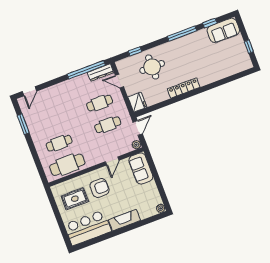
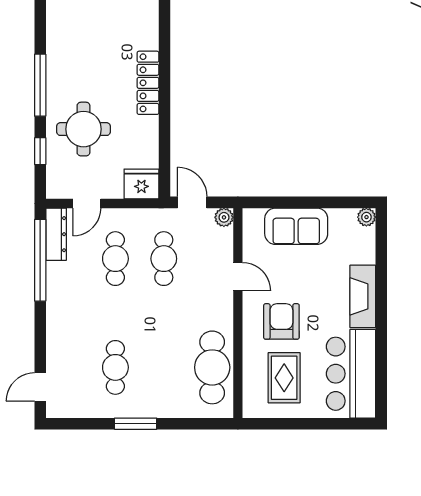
window: (182, 34) -> (40, 85), moved
door: (30, 91) -> (40, 387), swing flipped
window: (23, 124) -> (136, 424), moved
cafe table: (59, 143) -> (115, 367), moved
sofa: (141, 168) -> (296, 226), moved

